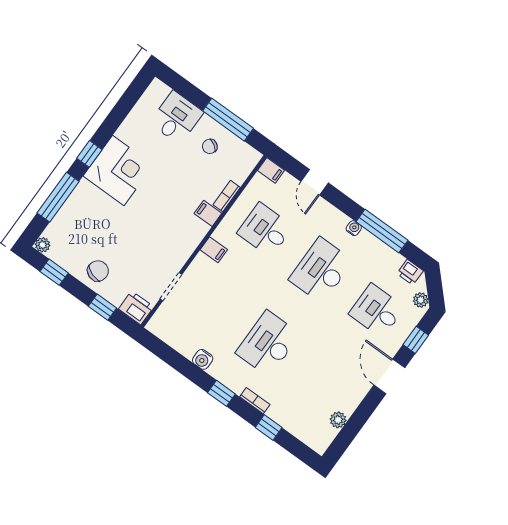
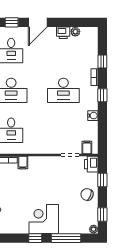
corner desk: (118, 171) -> (44, 219), moved
filing cabinet: (214, 250) -> (87, 147), moved
printer: (349, 402) -> (63, 33), added

